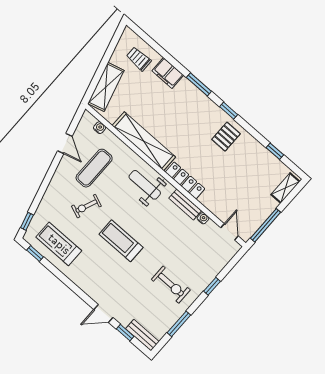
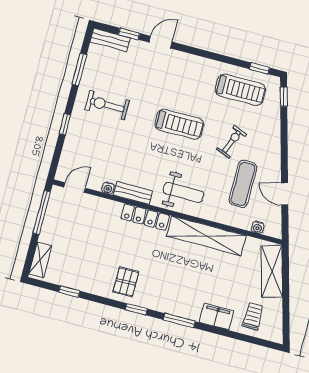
trolley: (139, 59) -> (253, 316), turned -90
door: (229, 232) -> (75, 188), swing flipped

